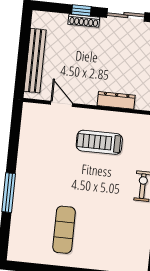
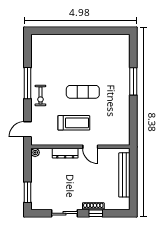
door: (62, 104) -> (90, 147), moved
exercise mat: (64, 230) -> (83, 92), moved, turned 90

